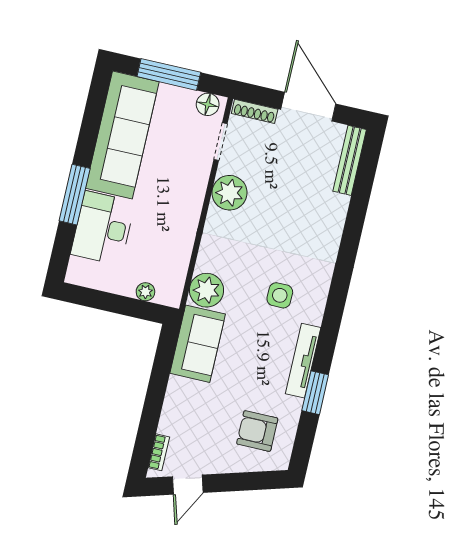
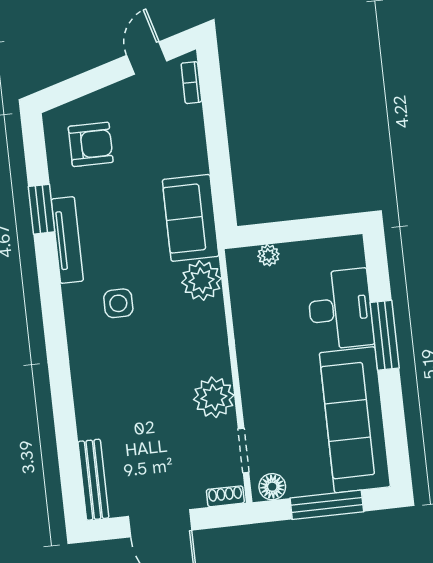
shoe rack: (255, 111) -> (225, 496), width x0.70

